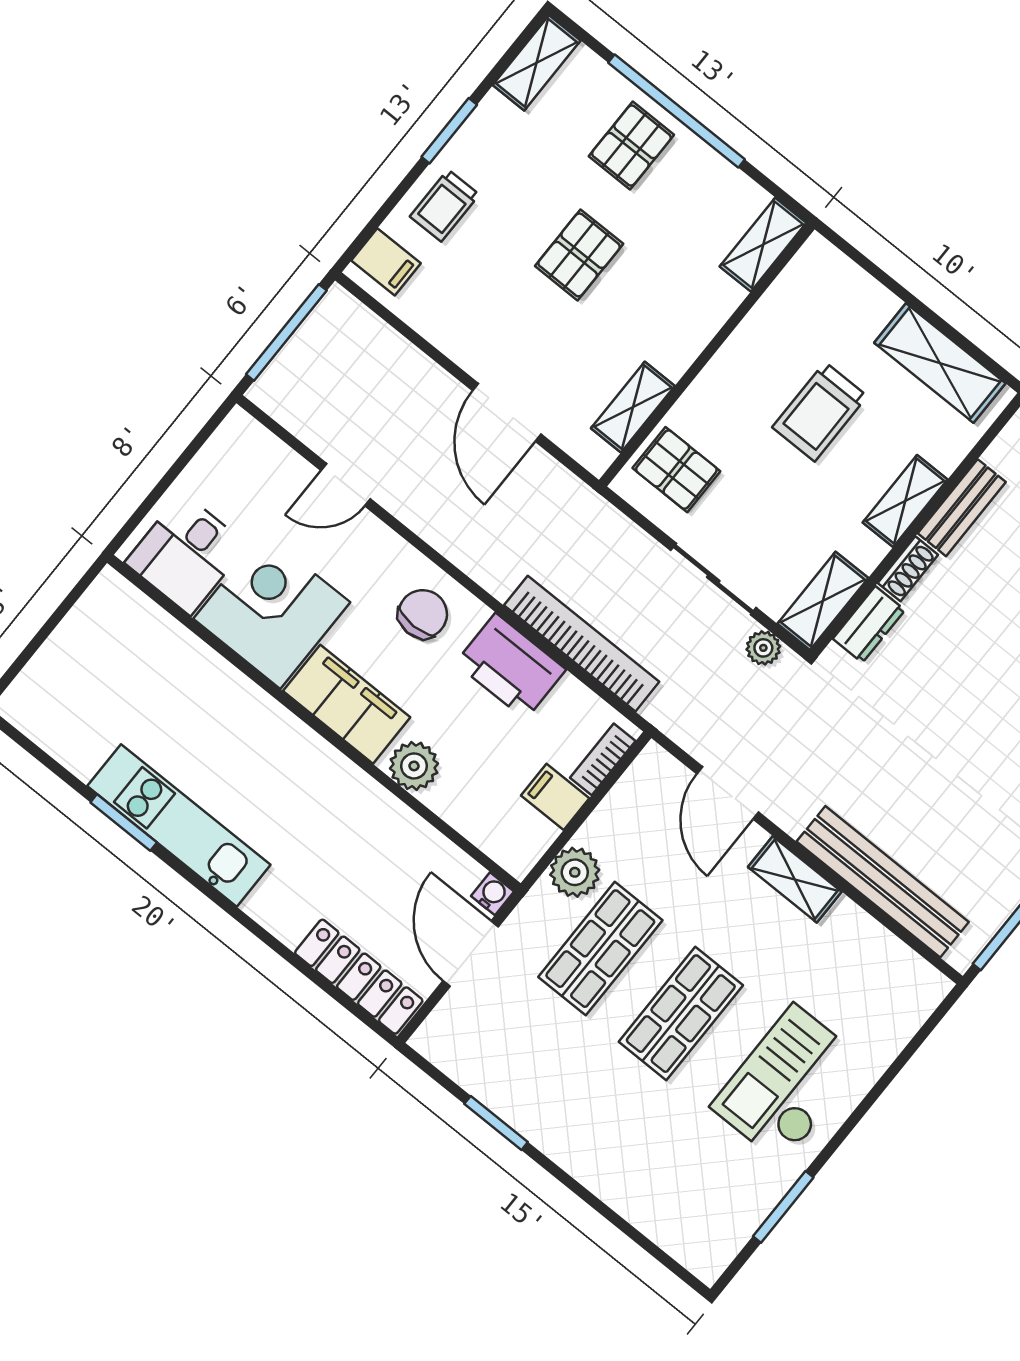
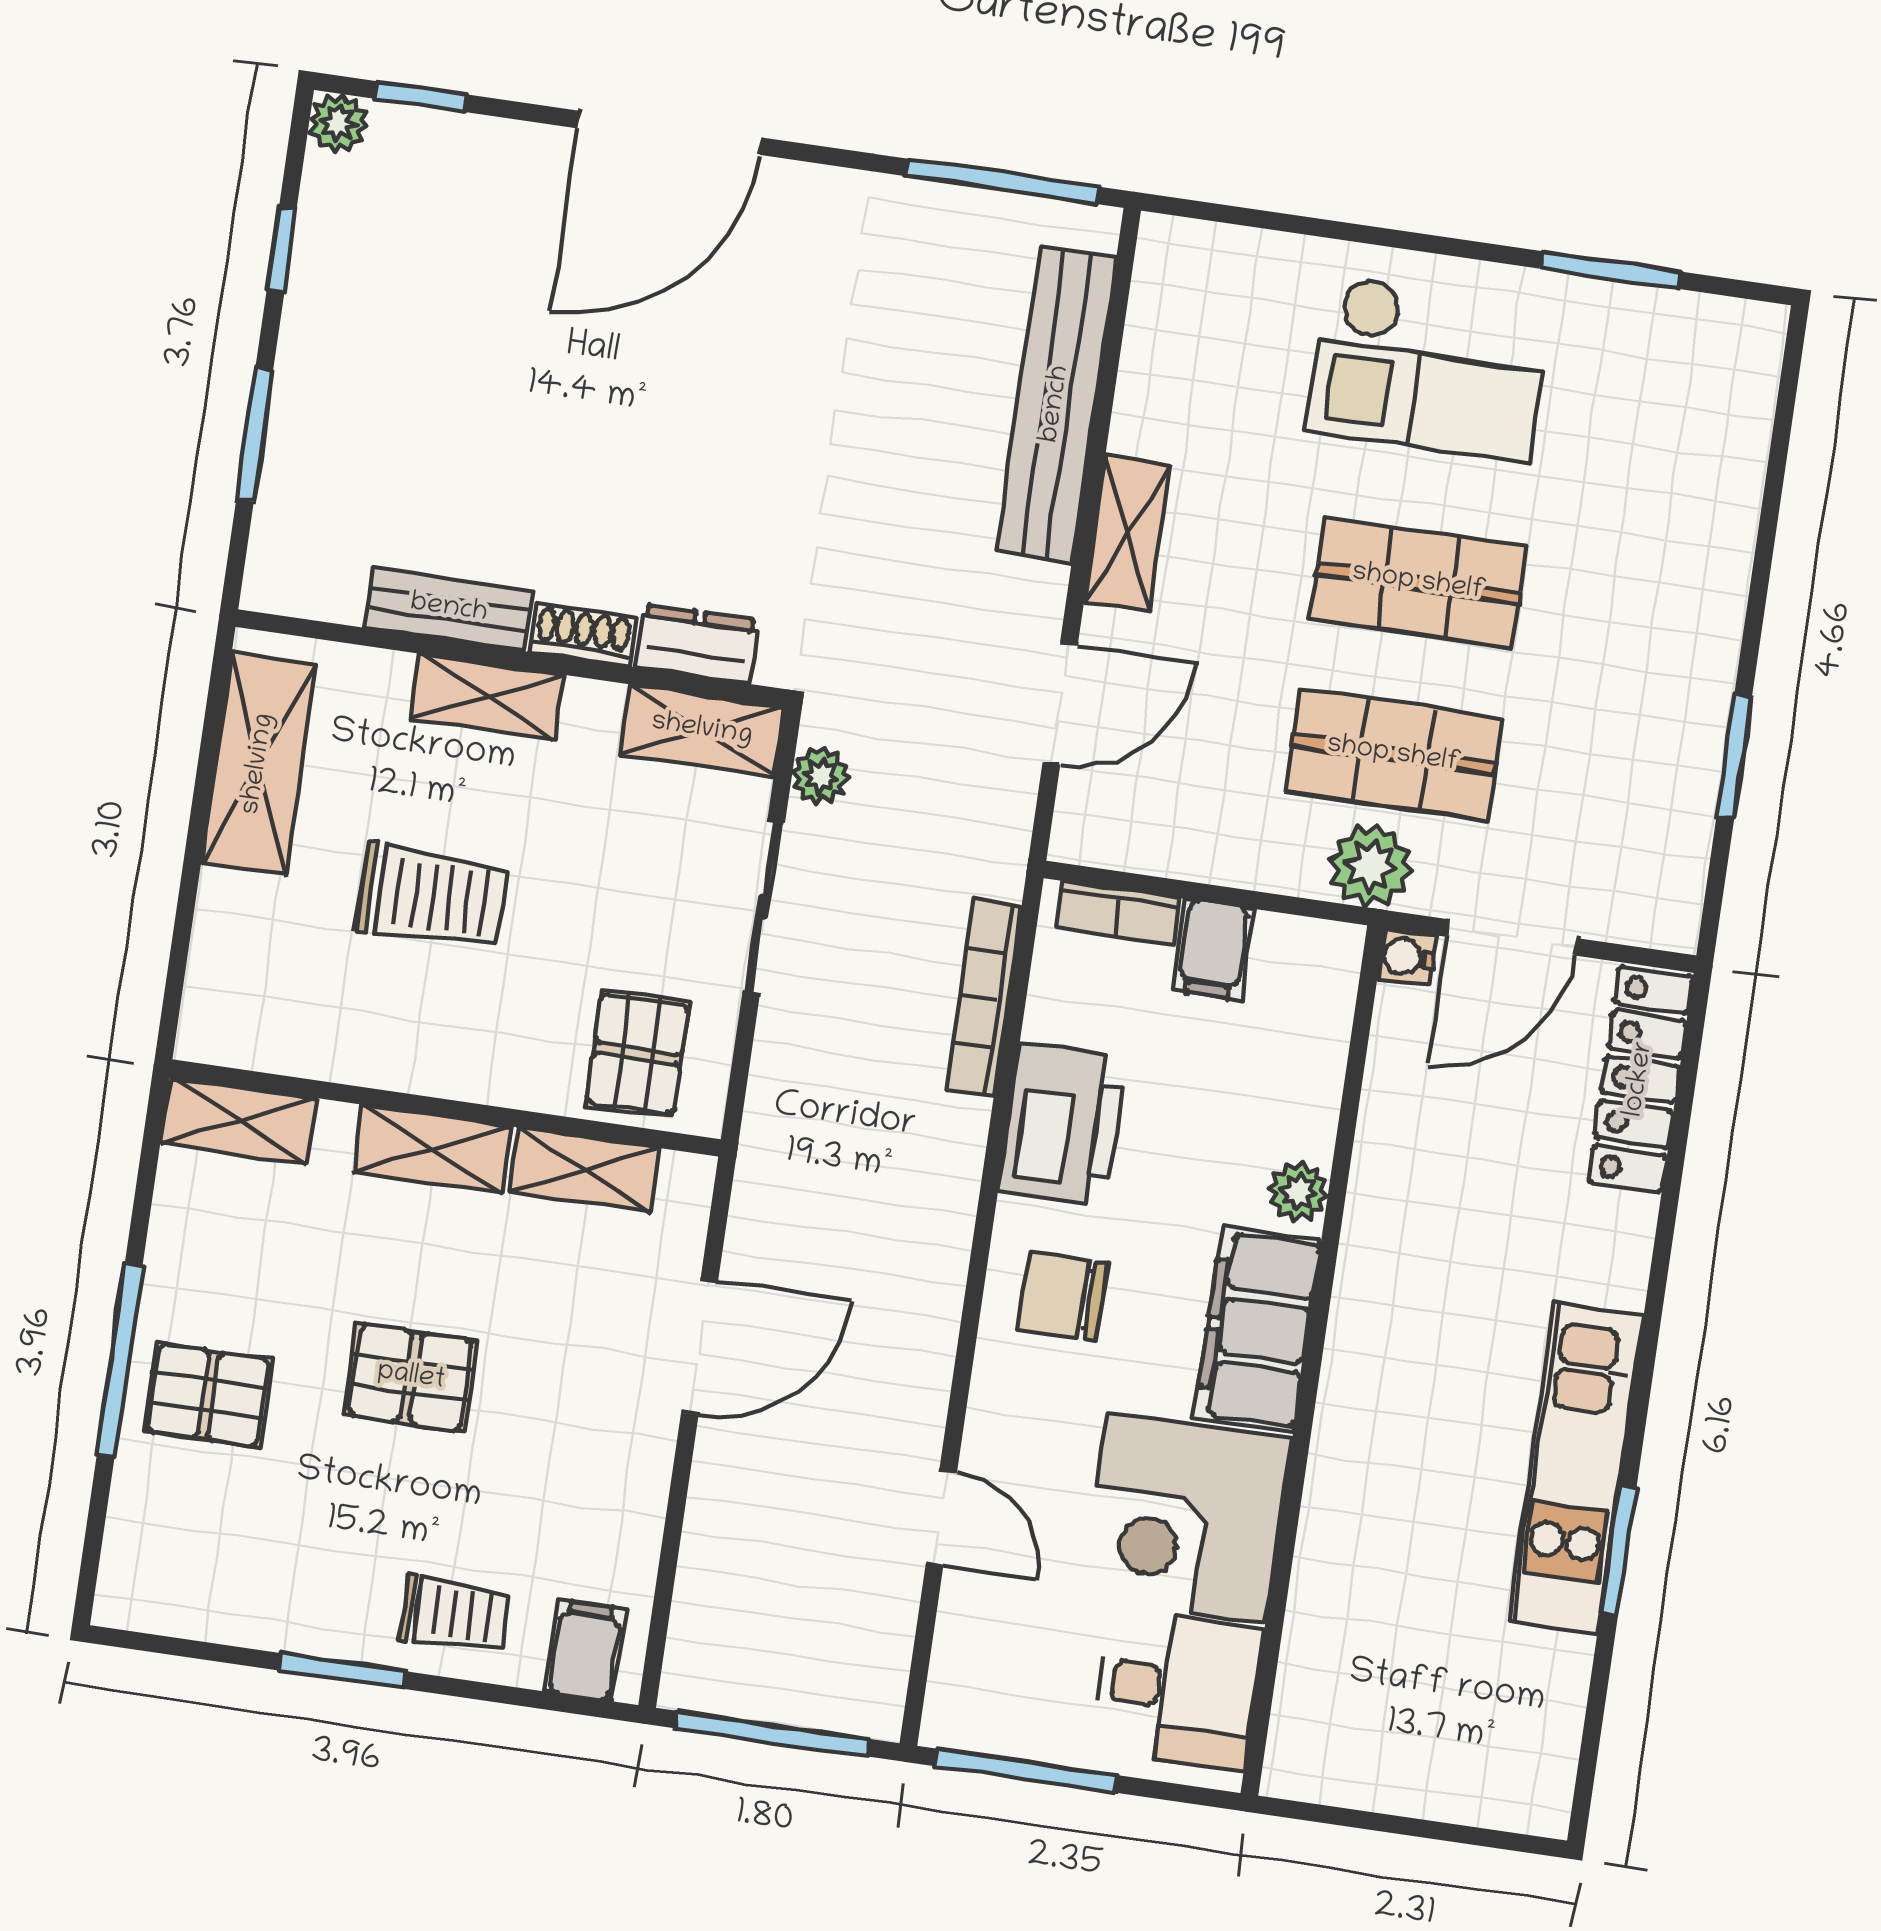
shelving: (537, 63) -> (432, 1149), moved
window: (676, 111) -> (120, 1360), width x0.68
window: (190, 451) -> (1026, 1771), added
bookcase: (582, 644) -> (984, 998), width x0.68, depth x0.76
plant: (414, 766) -> (1298, 1192), width x0.73, depth x0.73
plant: (575, 872) -> (1371, 866), moved

